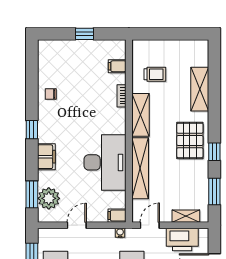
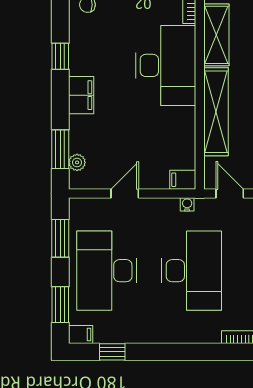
desk: (105, 162) -> (166, 65), moved
plant: (49, 198) -> (77, 162), width x0.53, depth x0.53
door: (150, 225) -> (230, 194), hinge flipped

